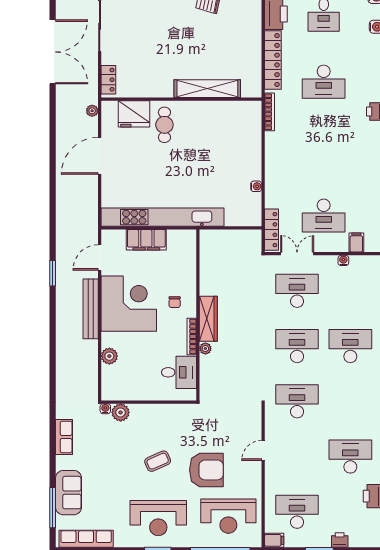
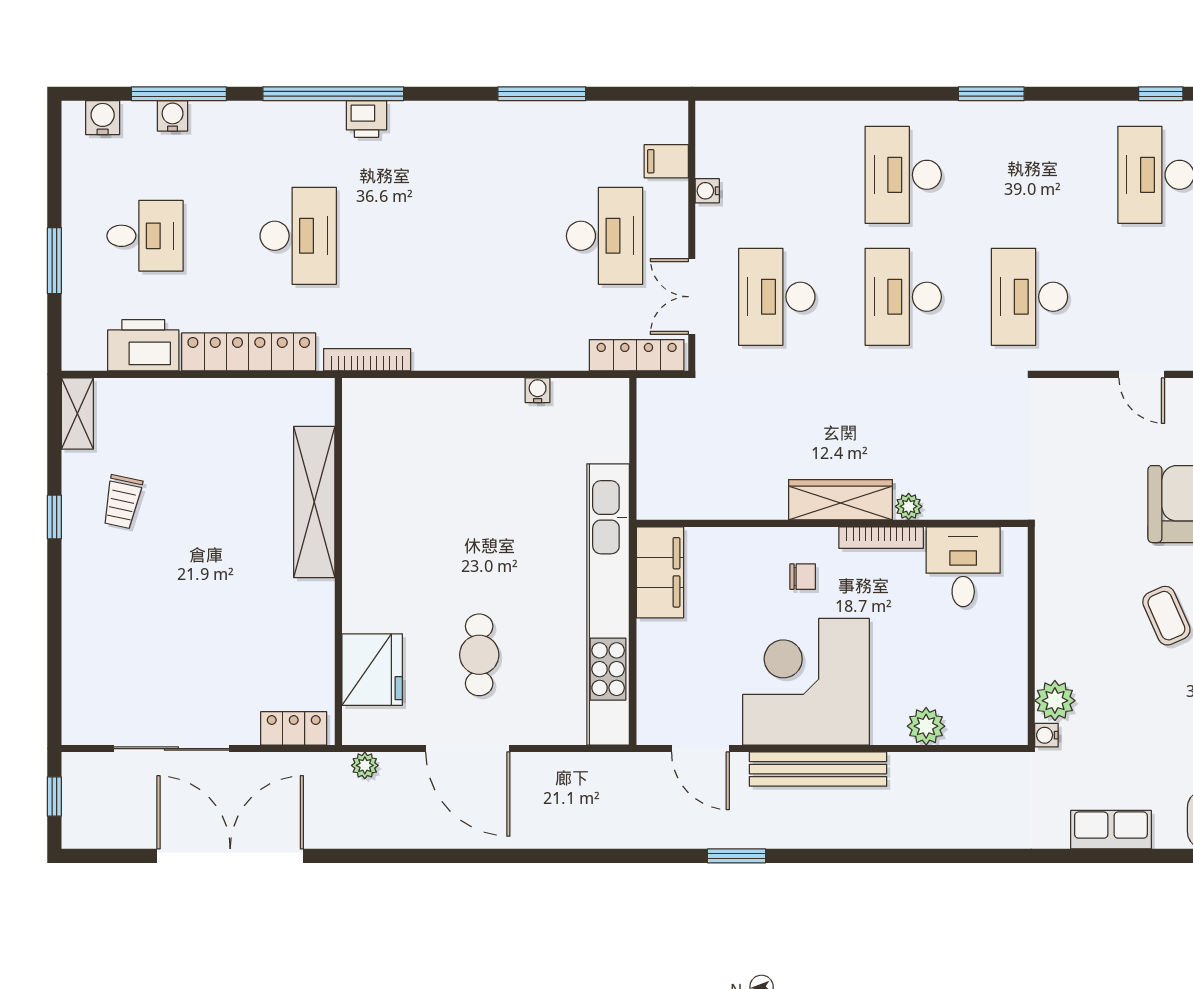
cafe table: (164, 125) -> (479, 655), moved, turned 90
filing cabinet: (146, 240) -> (660, 572), moved

